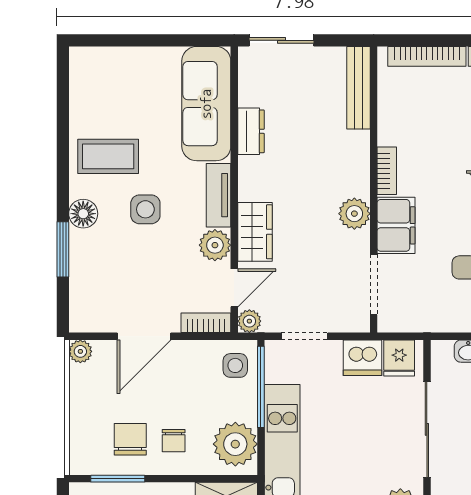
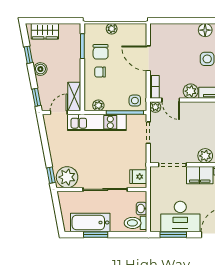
wardrobe: (255, 232) -> (197, 110), removed
window: (63, 249) -> (189, 21), removed
plant: (80, 351) -> (112, 29), moved
dishwasher: (362, 358) -> (138, 160), removed
chair: (130, 439) -> (101, 52), turned 90
plant: (235, 444) -> (98, 105), width x0.53, depth x0.53

